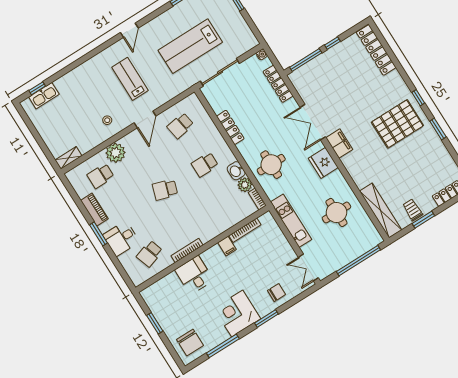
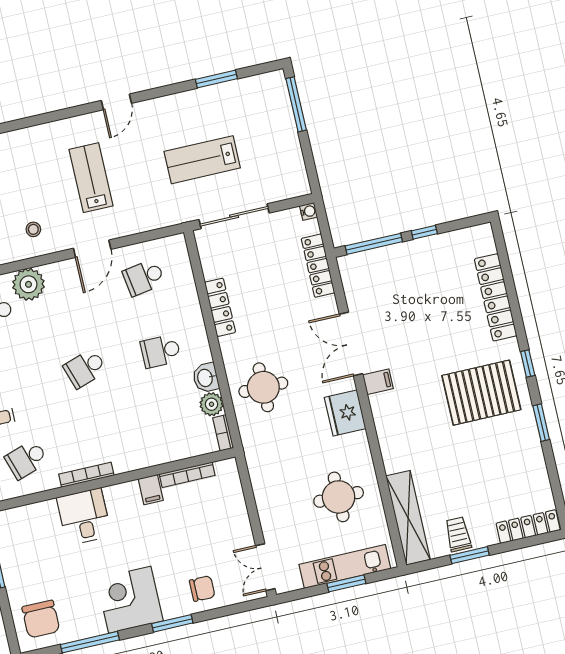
lab bench: (190, 46) -> (202, 160), width x0.73, depth x0.72
locker: (376, 50) -> (495, 297), moved
filing cabinet: (339, 144) -> (378, 382), width x0.50
school desk: (165, 190) -> (85, 368), turned -36
kitchen unit: (291, 221) -> (345, 567), moved, turned -90
window: (358, 261) -> (346, 583), width x0.47

